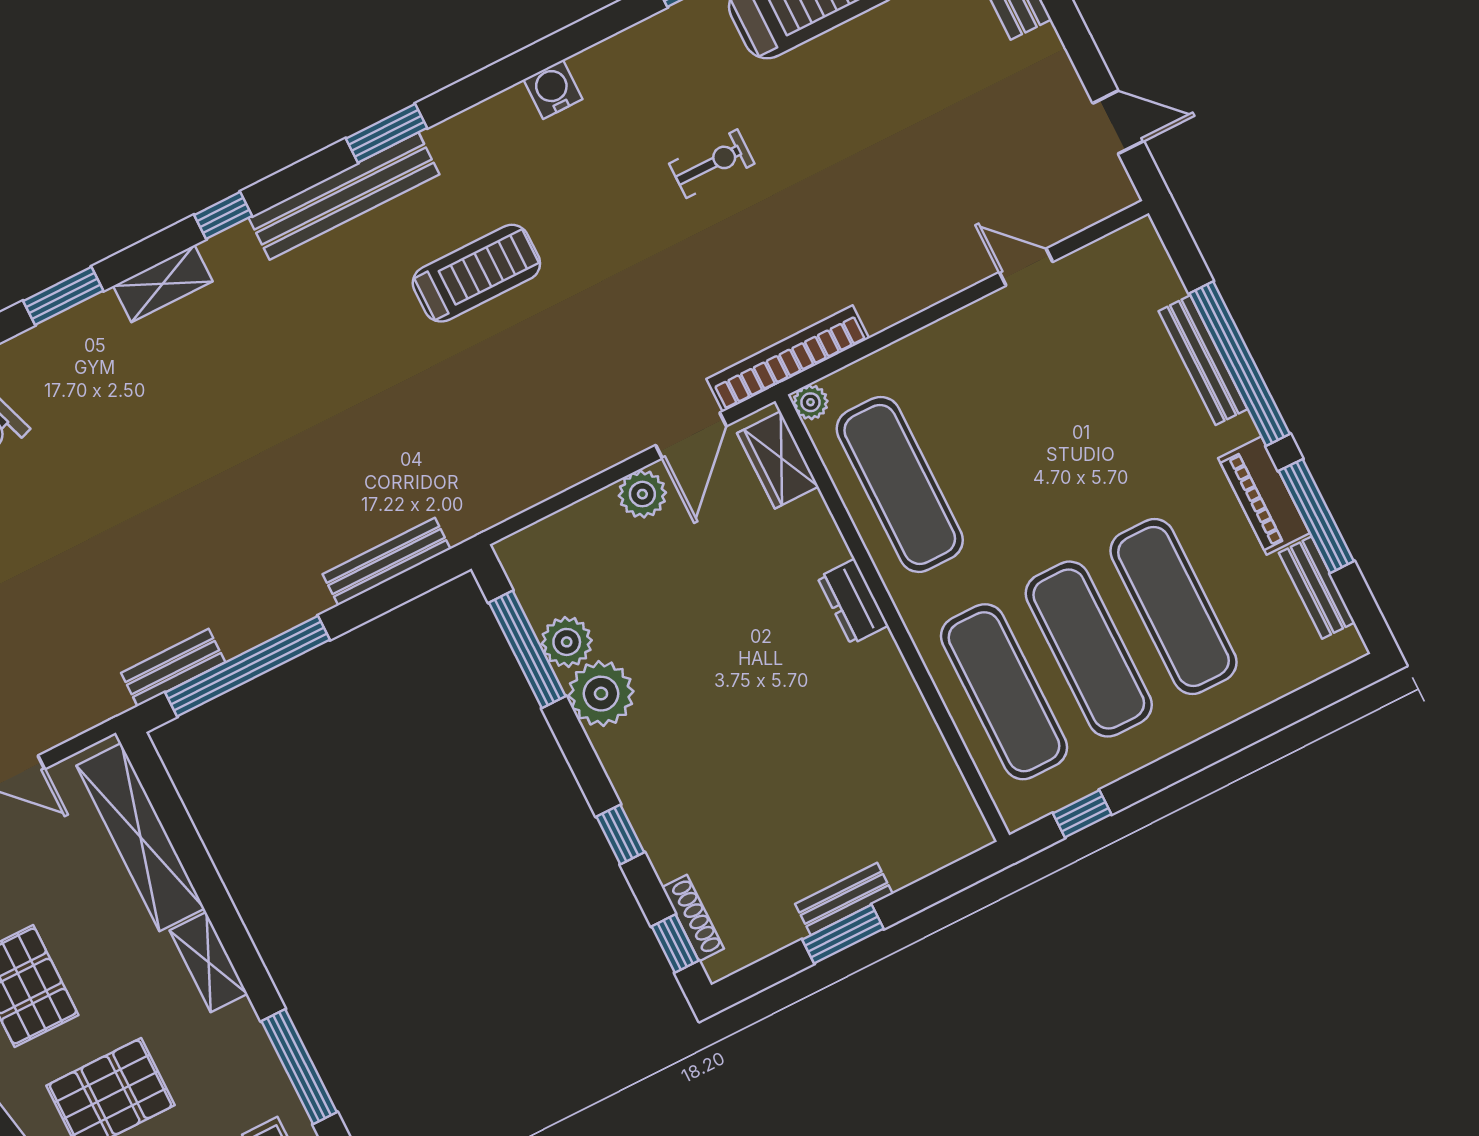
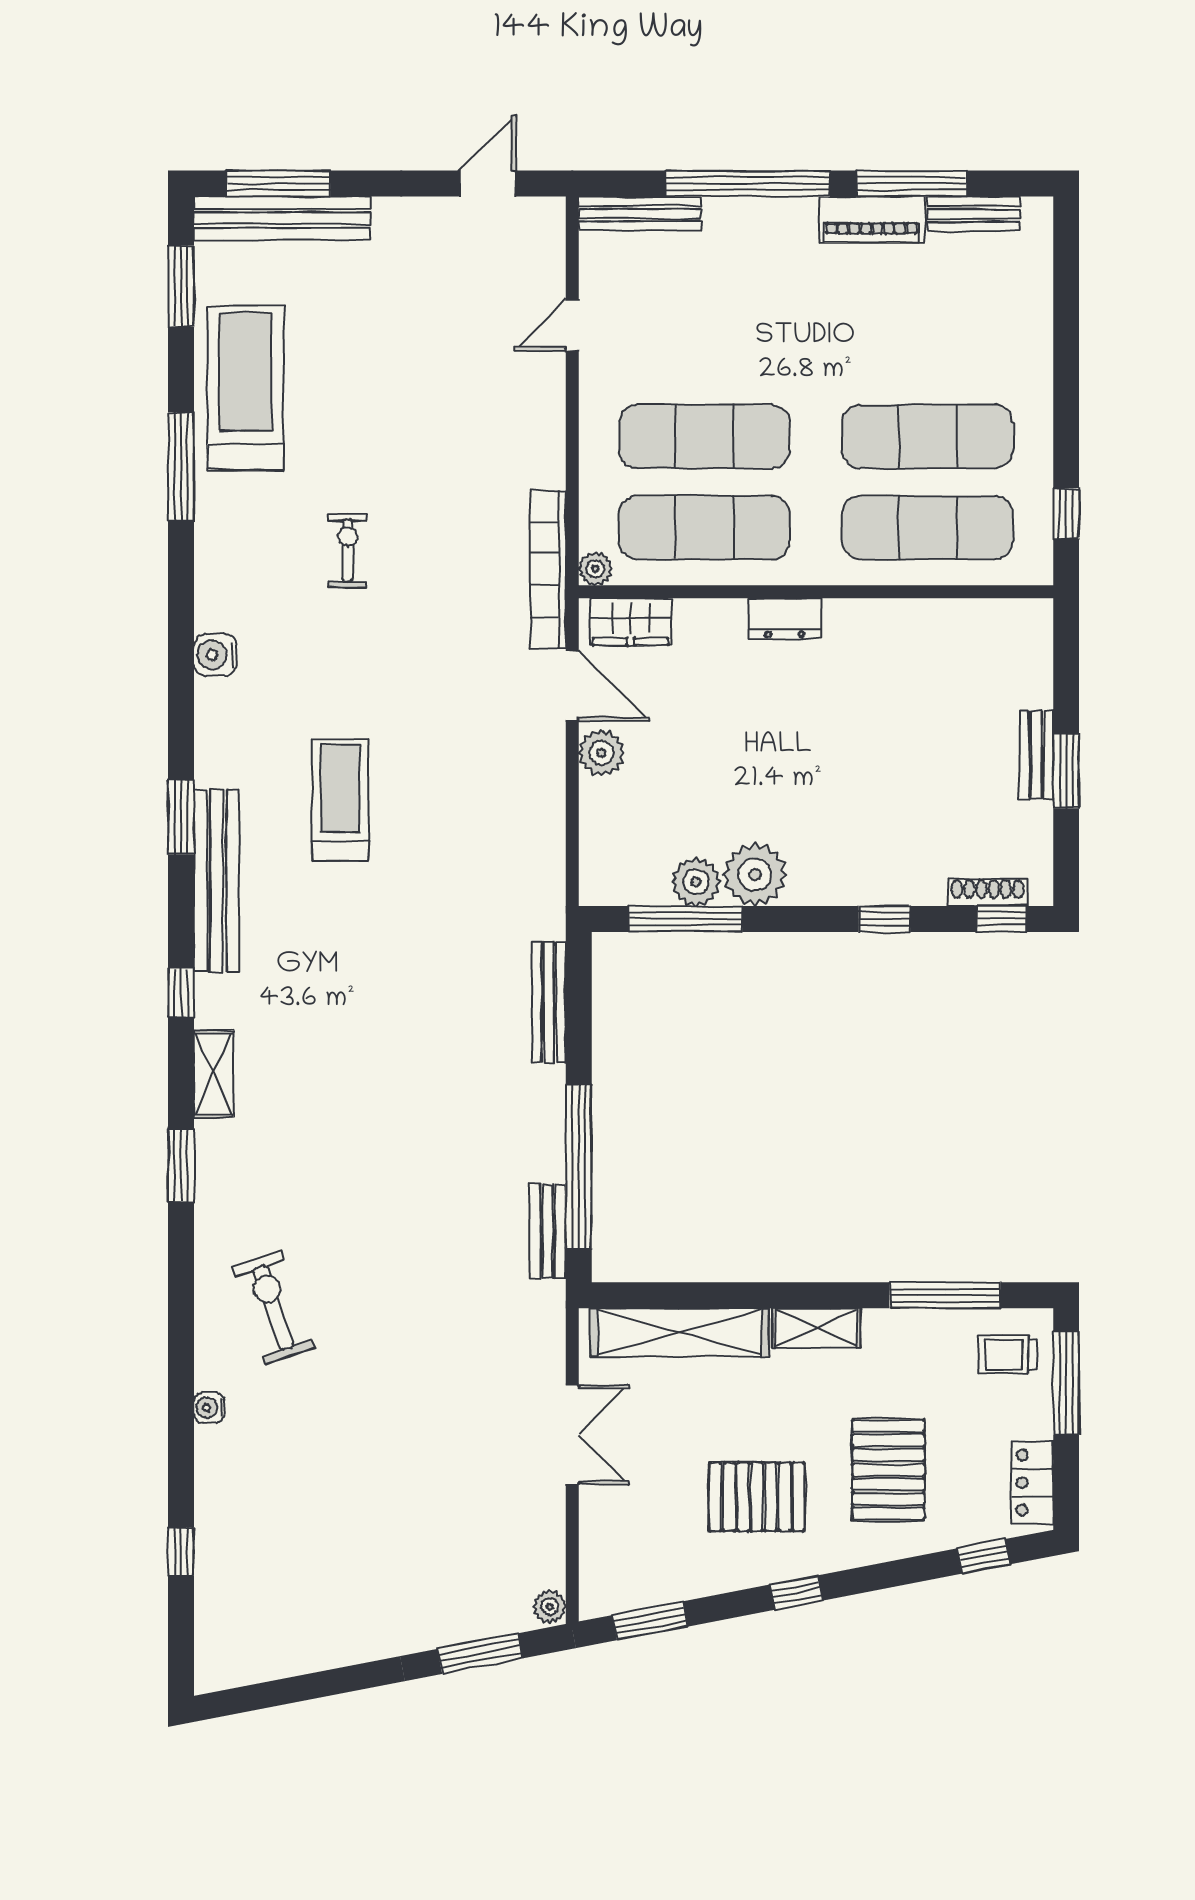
bench: (1203, 360) -> (640, 213), moved
exercise mat: (1173, 606) -> (704, 436), moved

